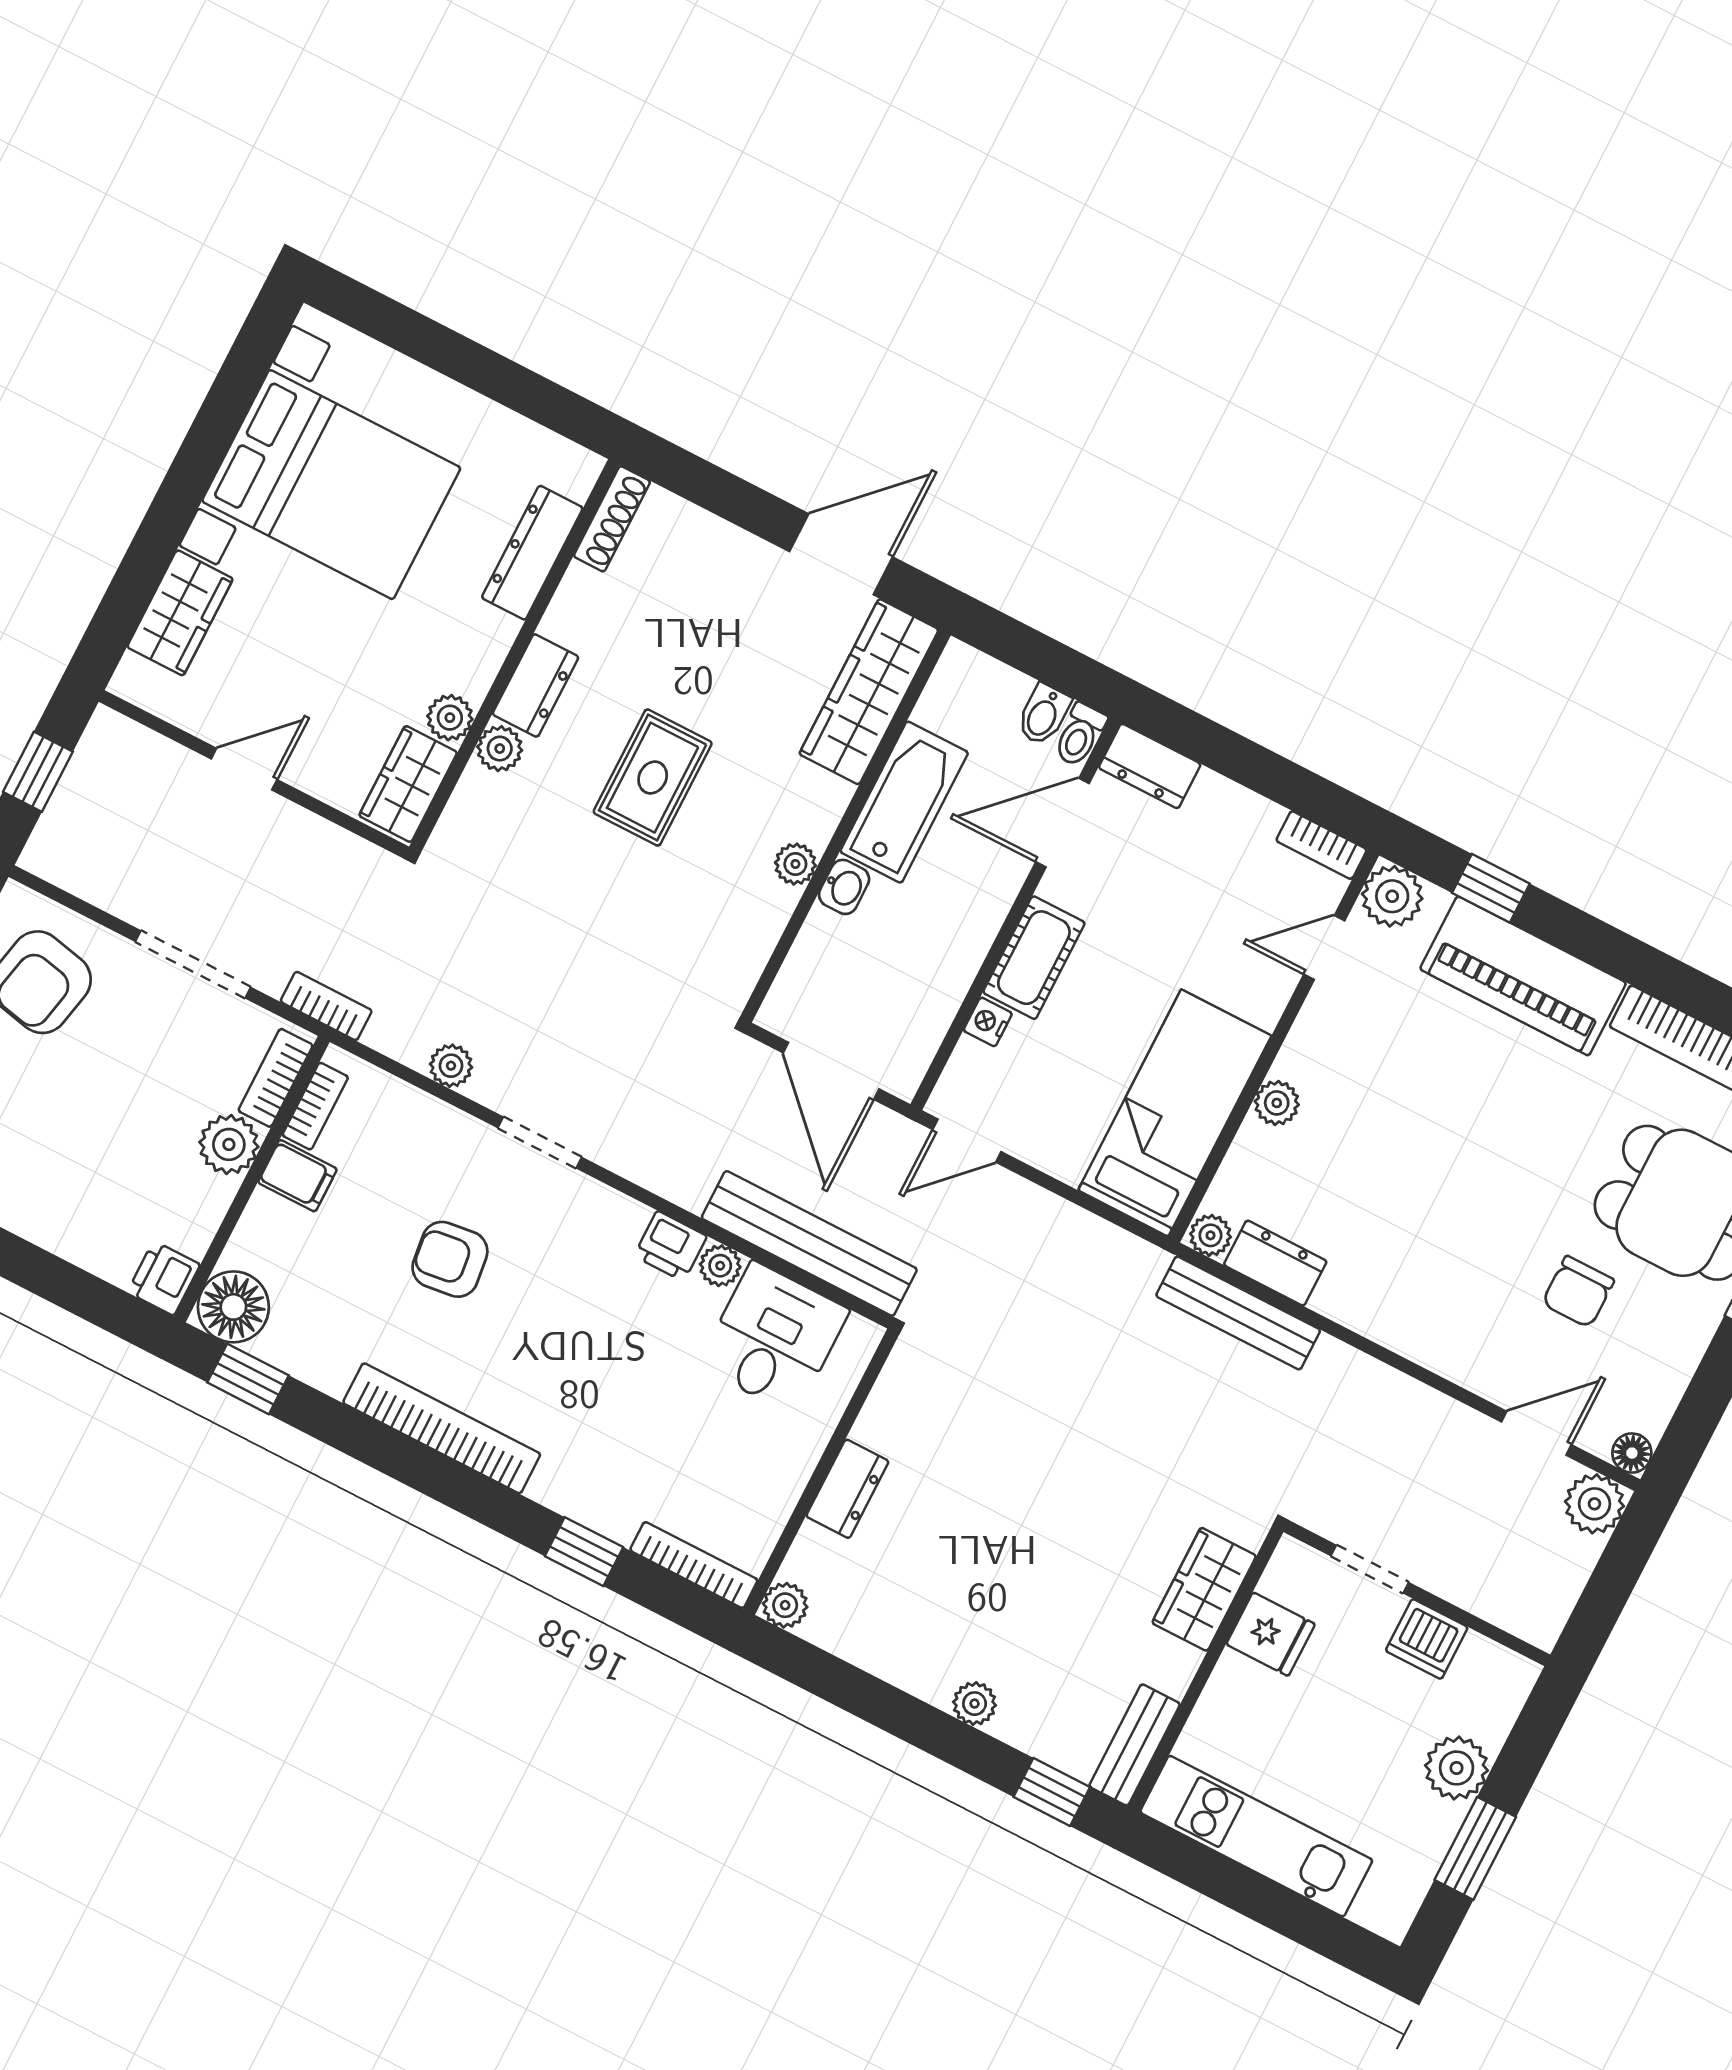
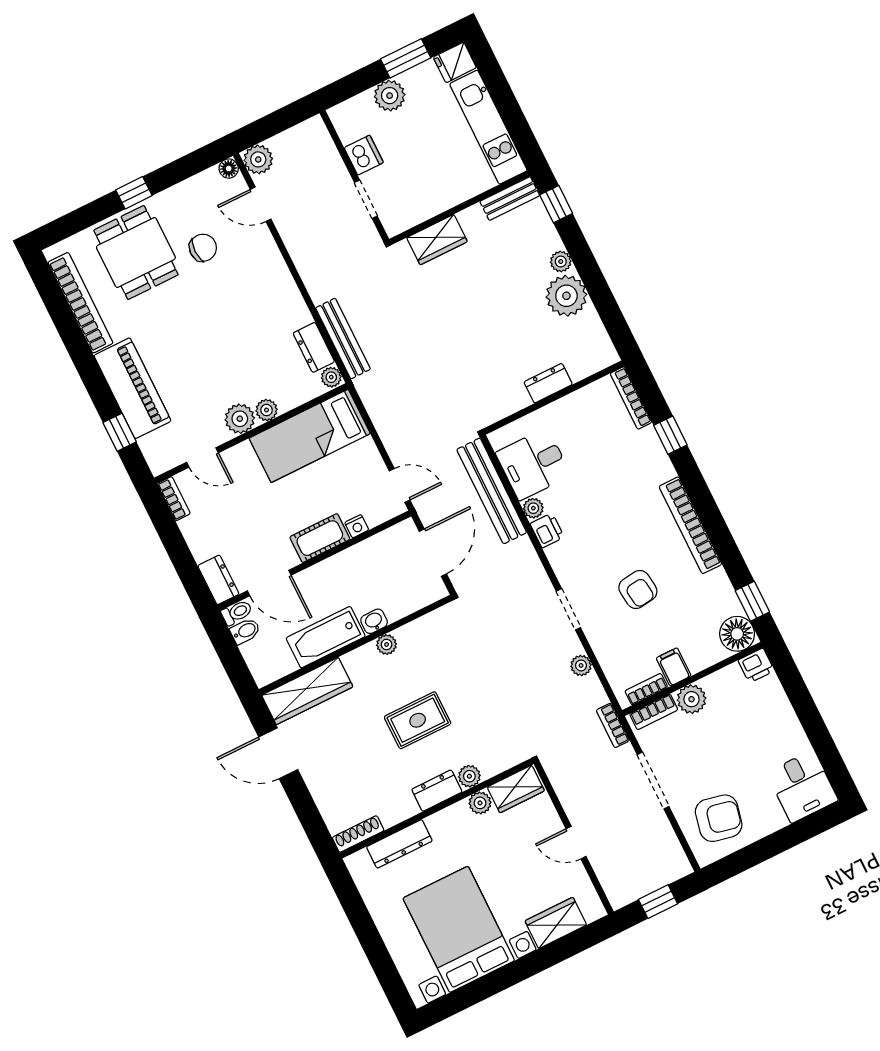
plant: (1392, 896) -> (240, 419), moved
plant: (785, 1605) -> (566, 296), moved, width x1.88, depth x1.88
fridge: (1271, 1634) -> (455, 62), moved, turned -90

